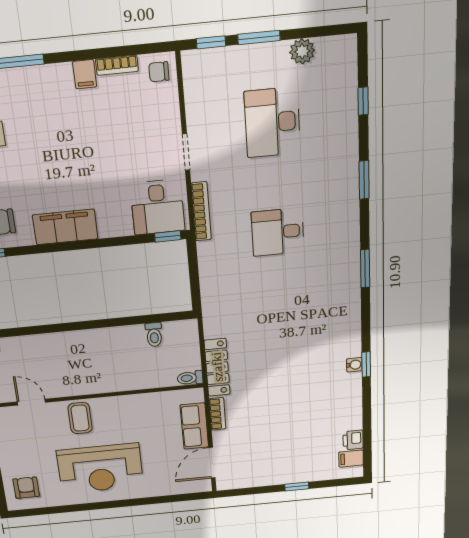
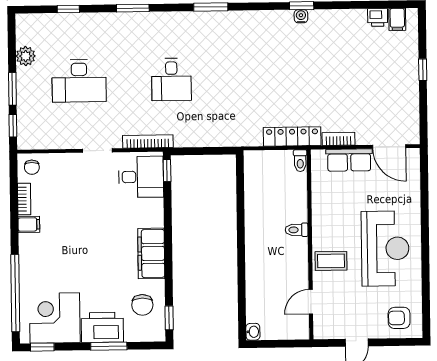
toilet: (154, 335) -> (297, 230), moved, turned 180

